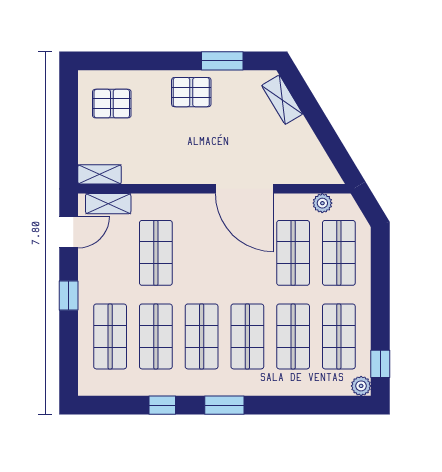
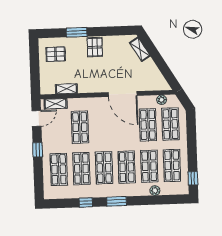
window: (222, 61) -> (77, 32), moved
pallet: (191, 92) -> (95, 47), turned 90
shelving: (100, 174) -> (66, 89), moved
plant: (361, 386) -> (155, 191), moved

